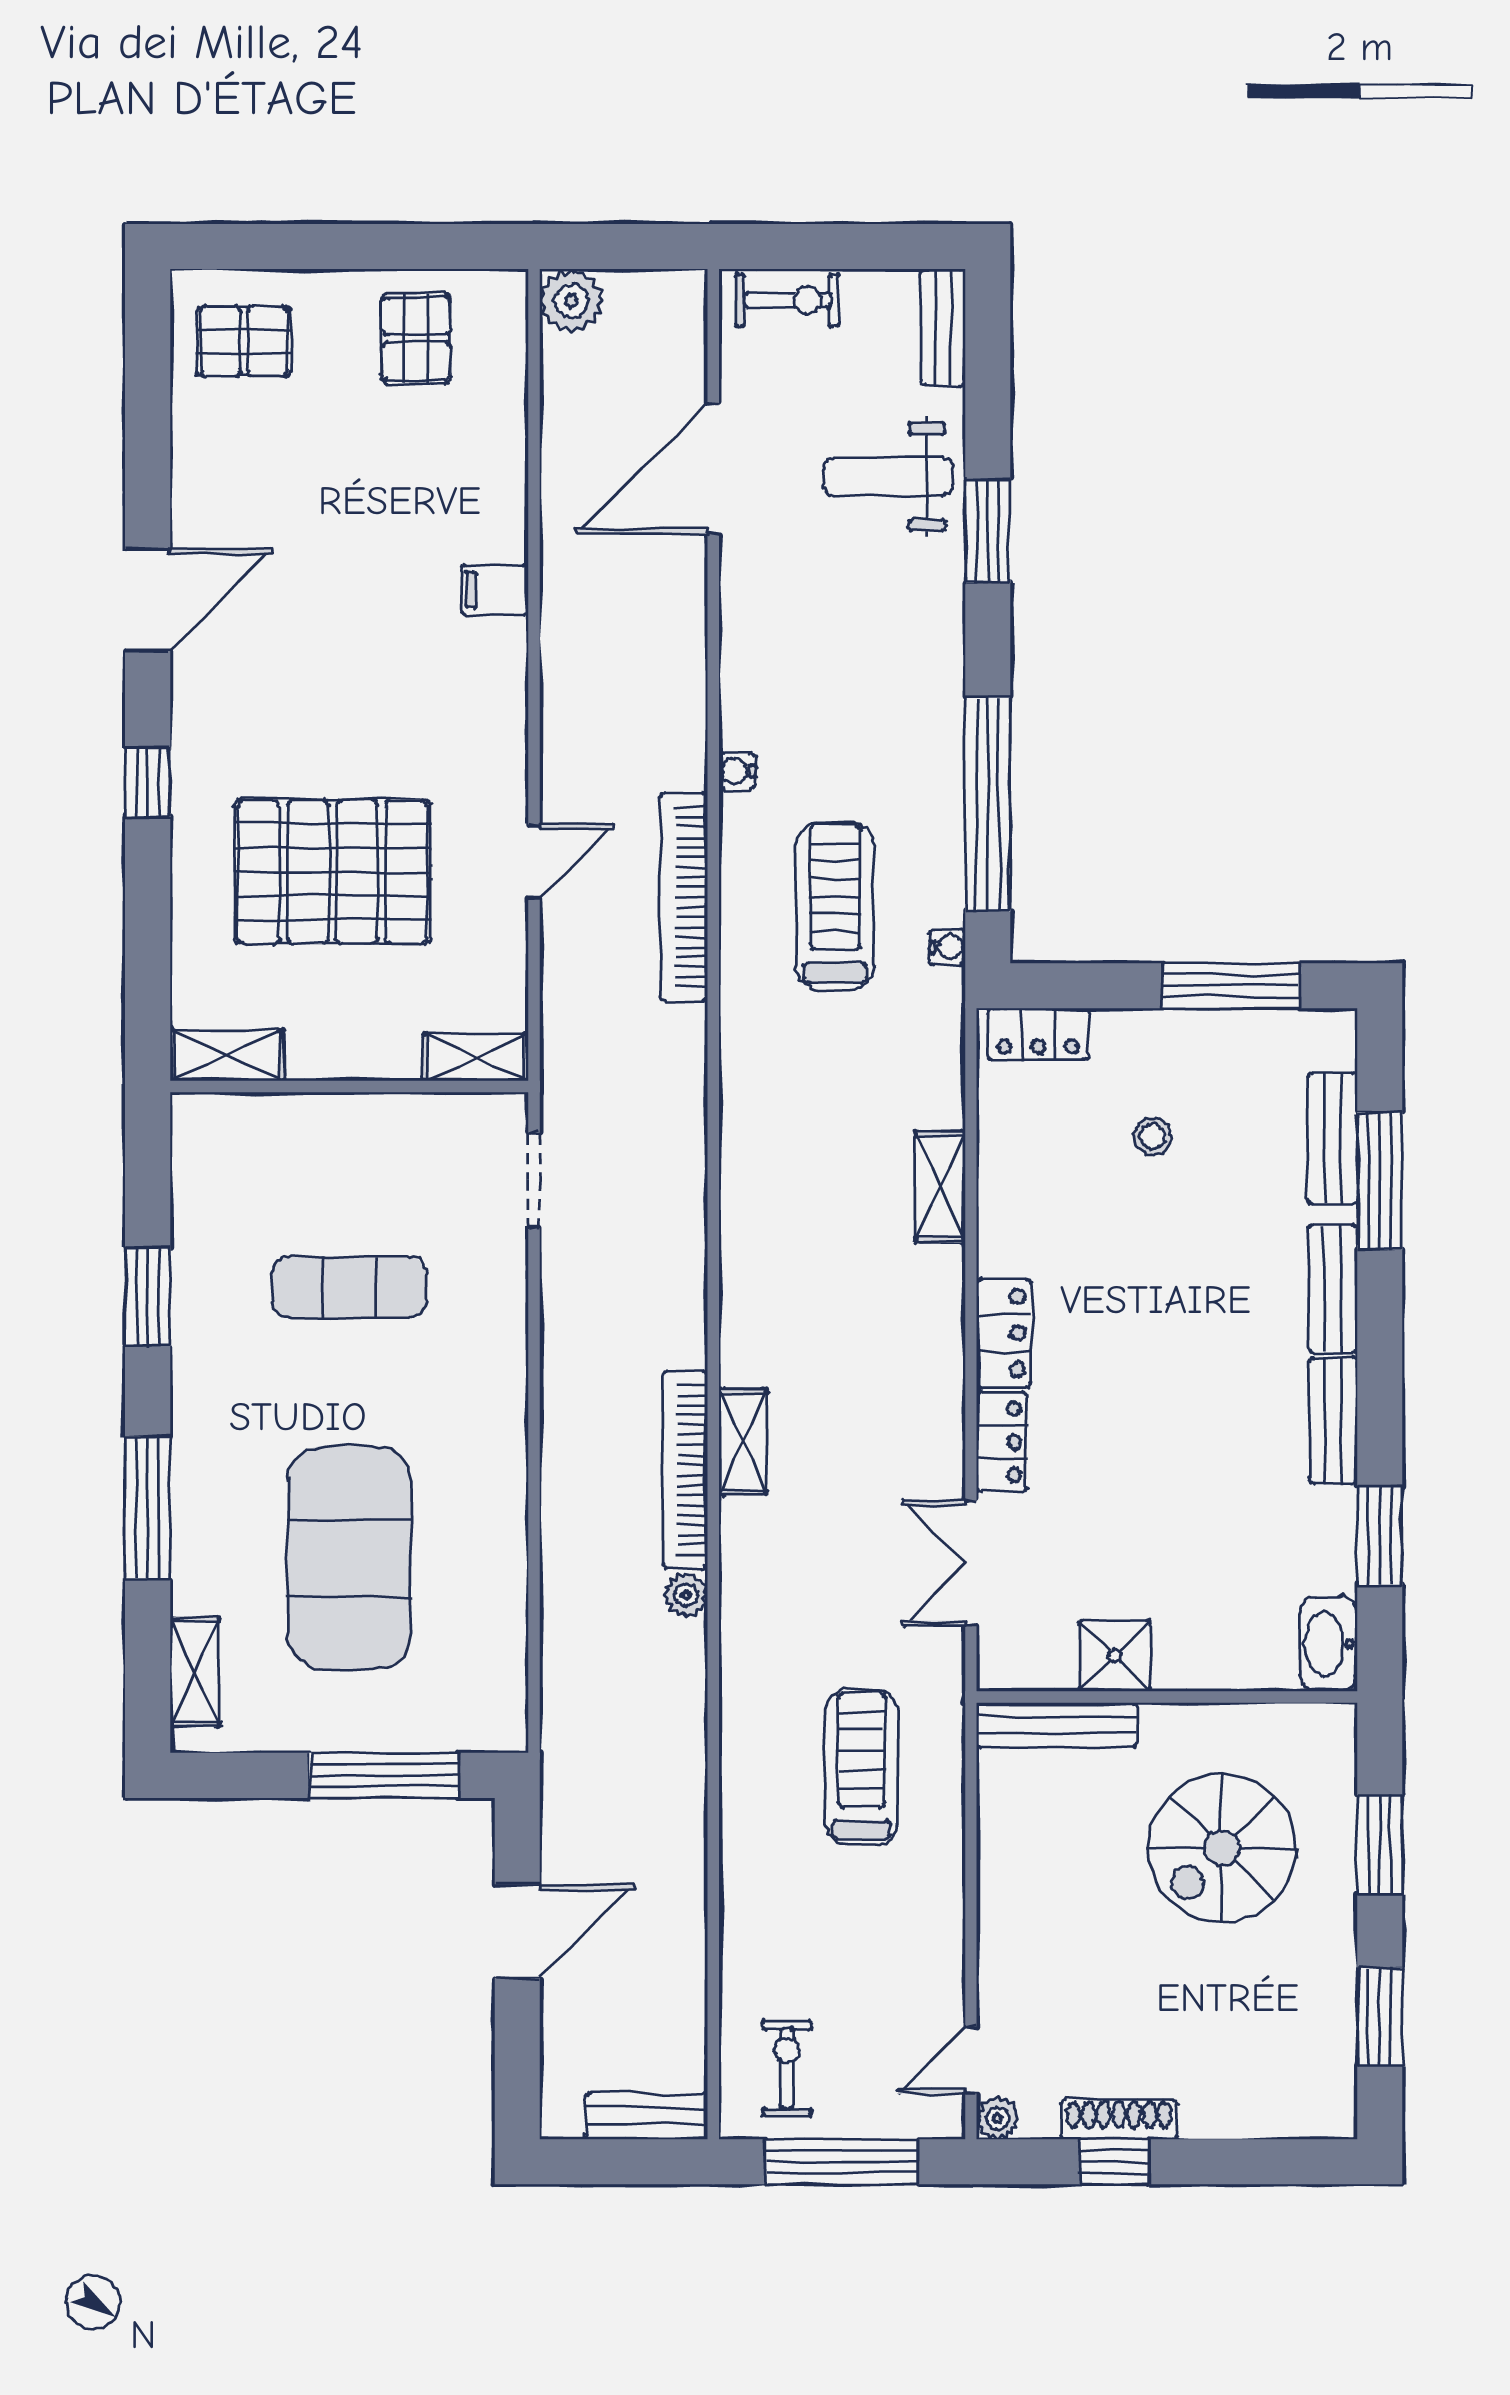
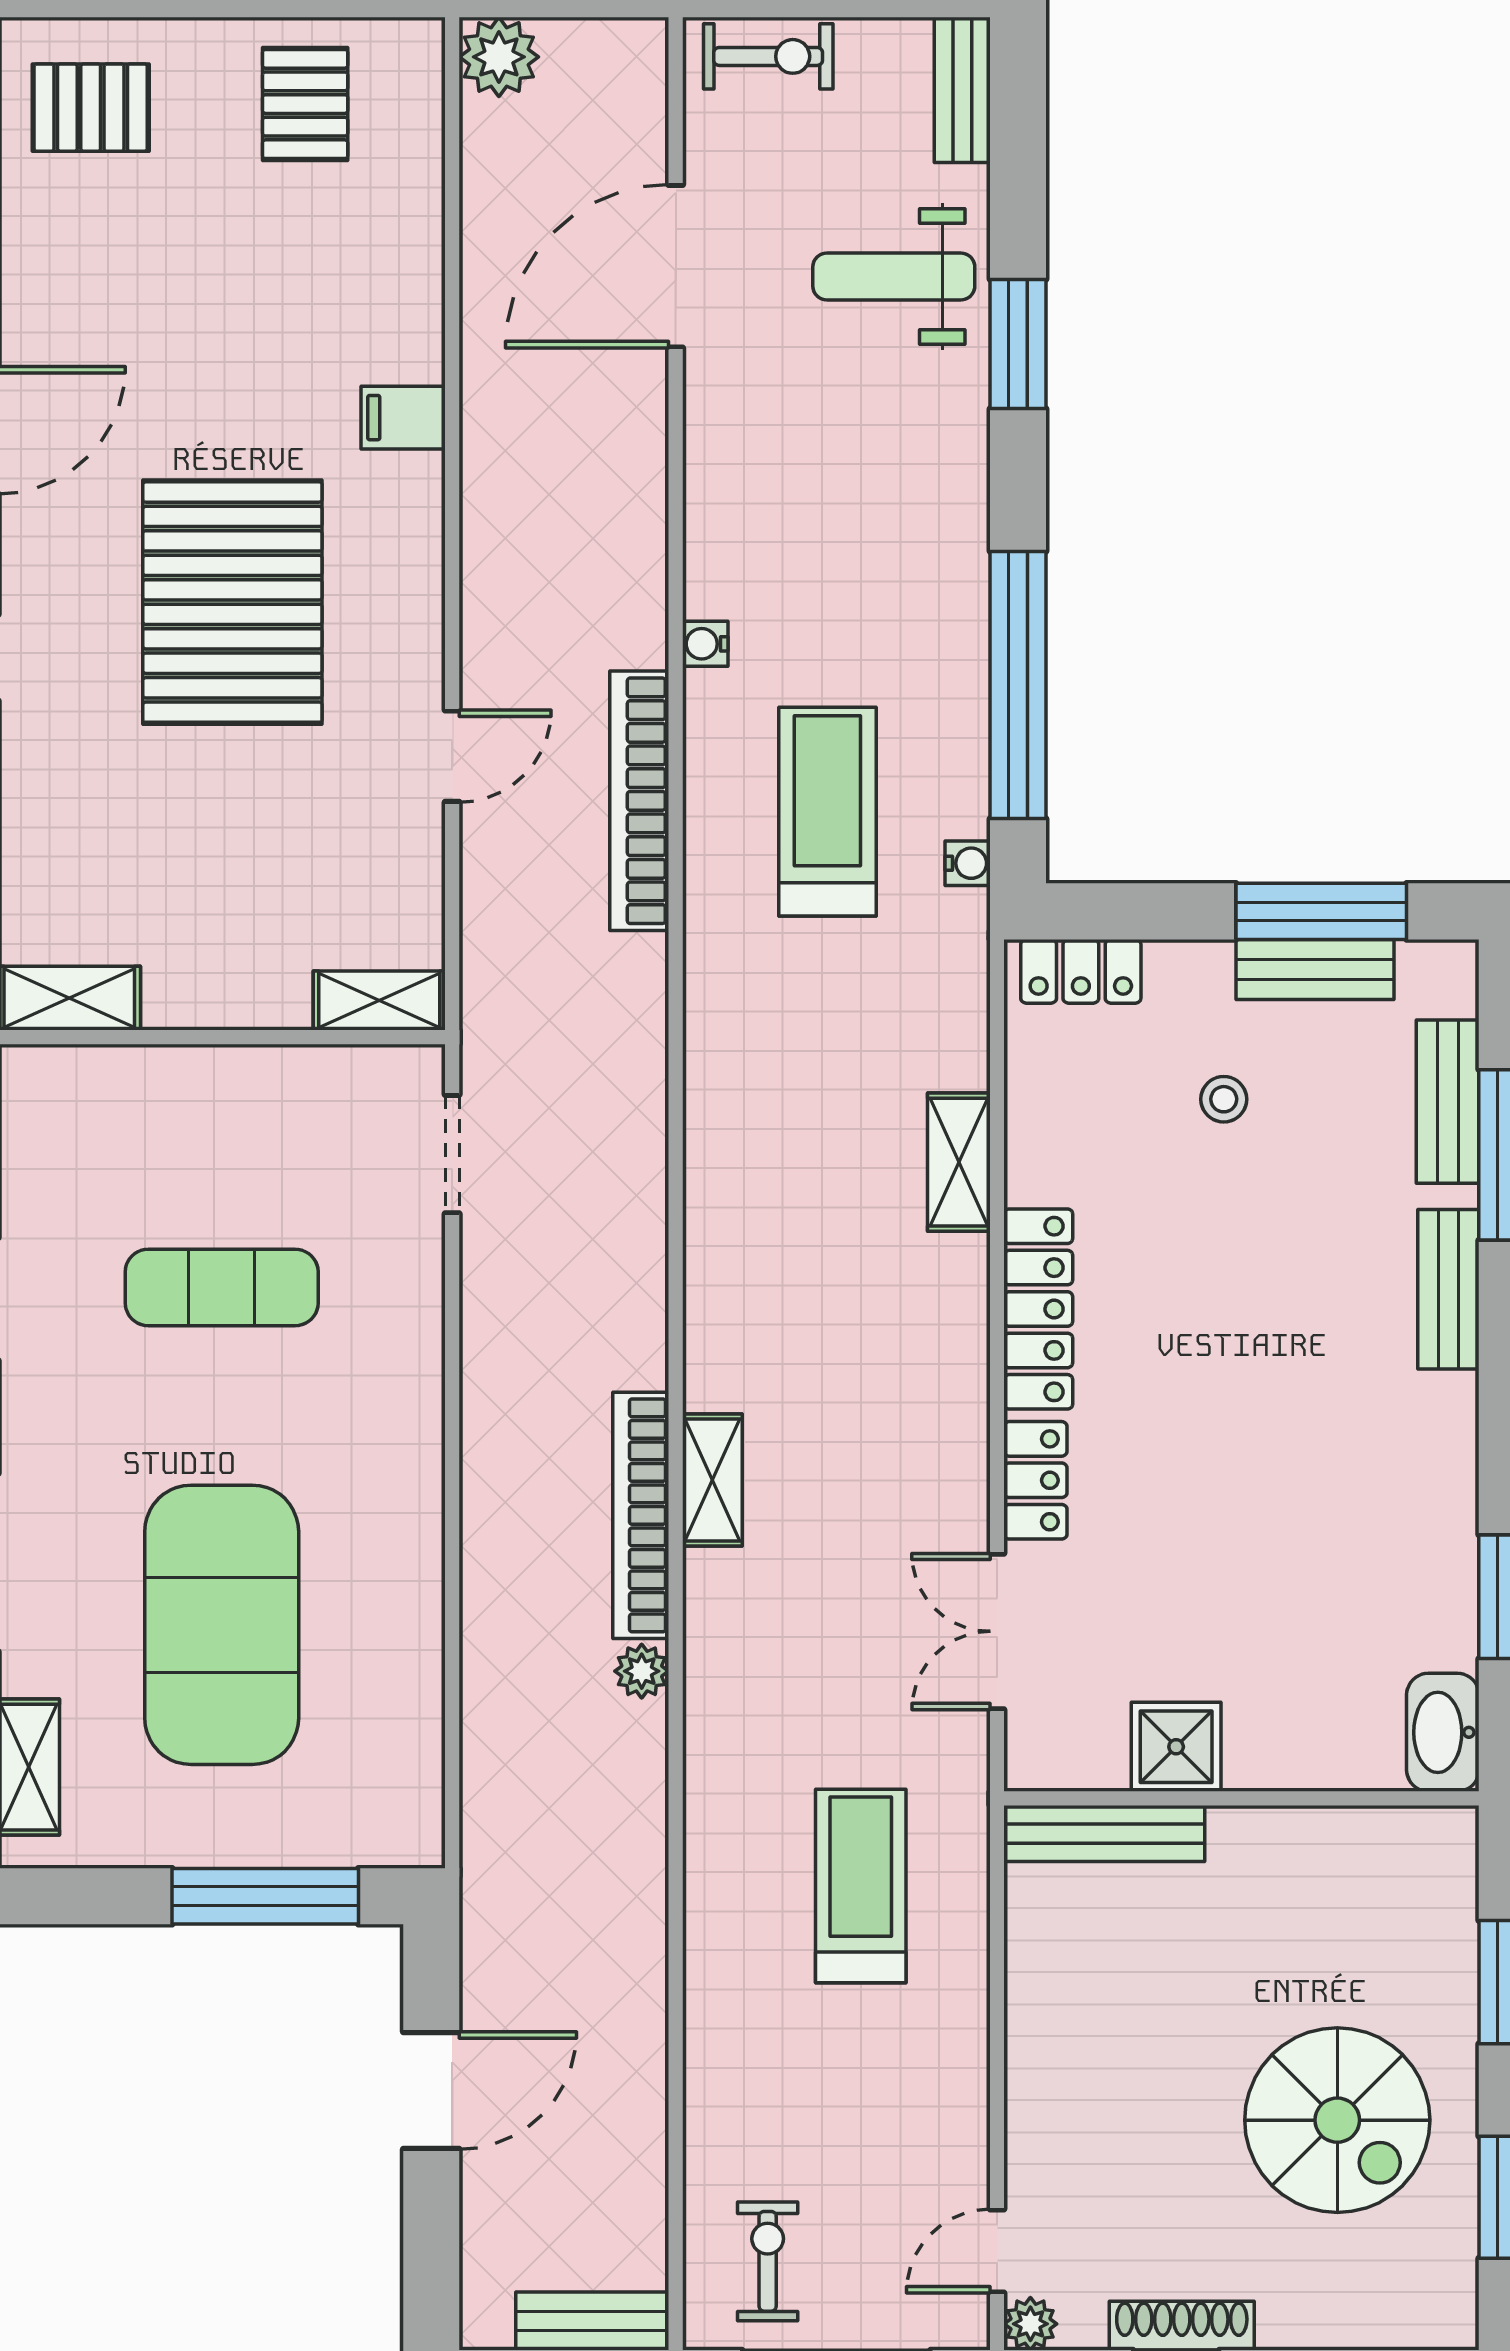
pallet: (332, 872) -> (232, 602), moved, turned 90
locker: (1004, 1333) -> (1038, 1309), width x1.53
bench: (1333, 1421) -> (1315, 969), moved, turned 90
spiral stairs: (1222, 1848) -> (1337, 2120), moved, turned -90

